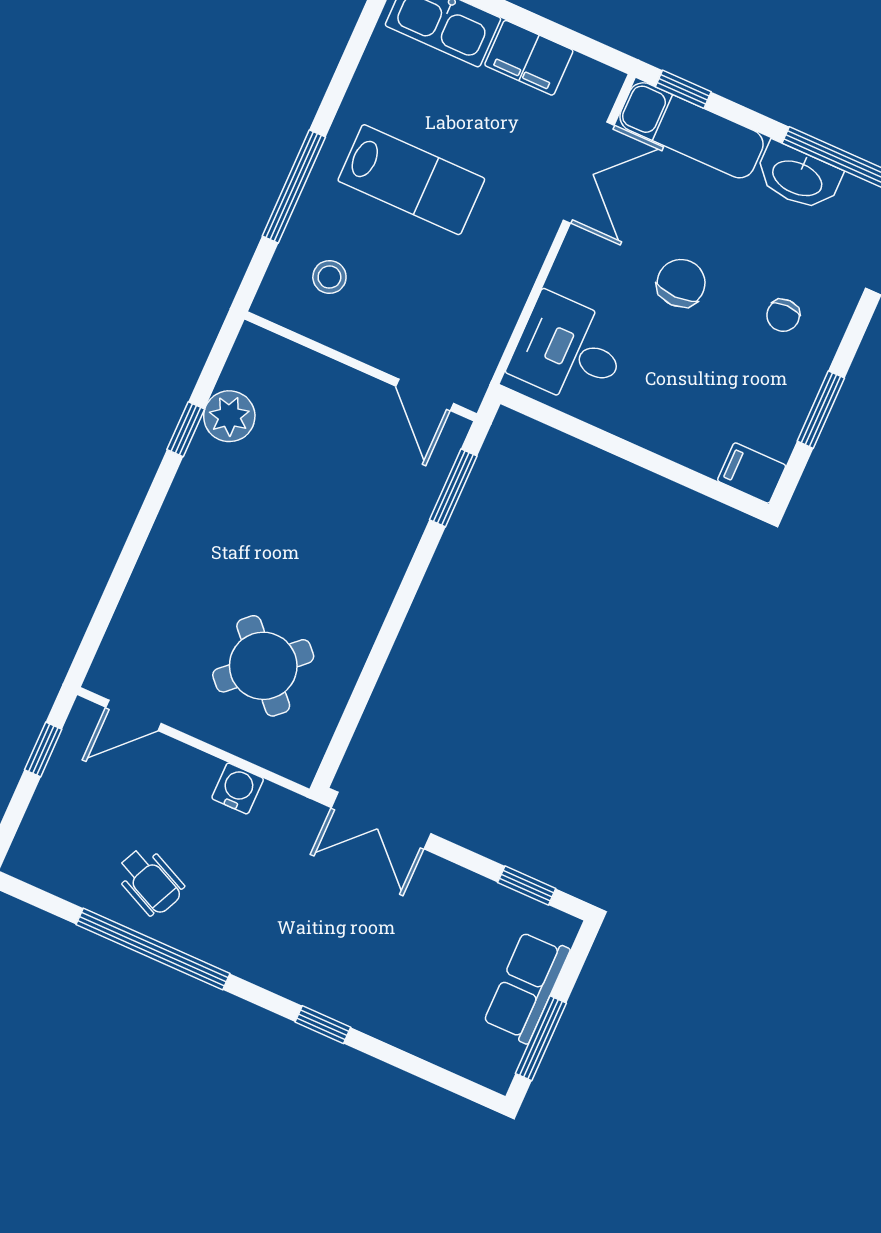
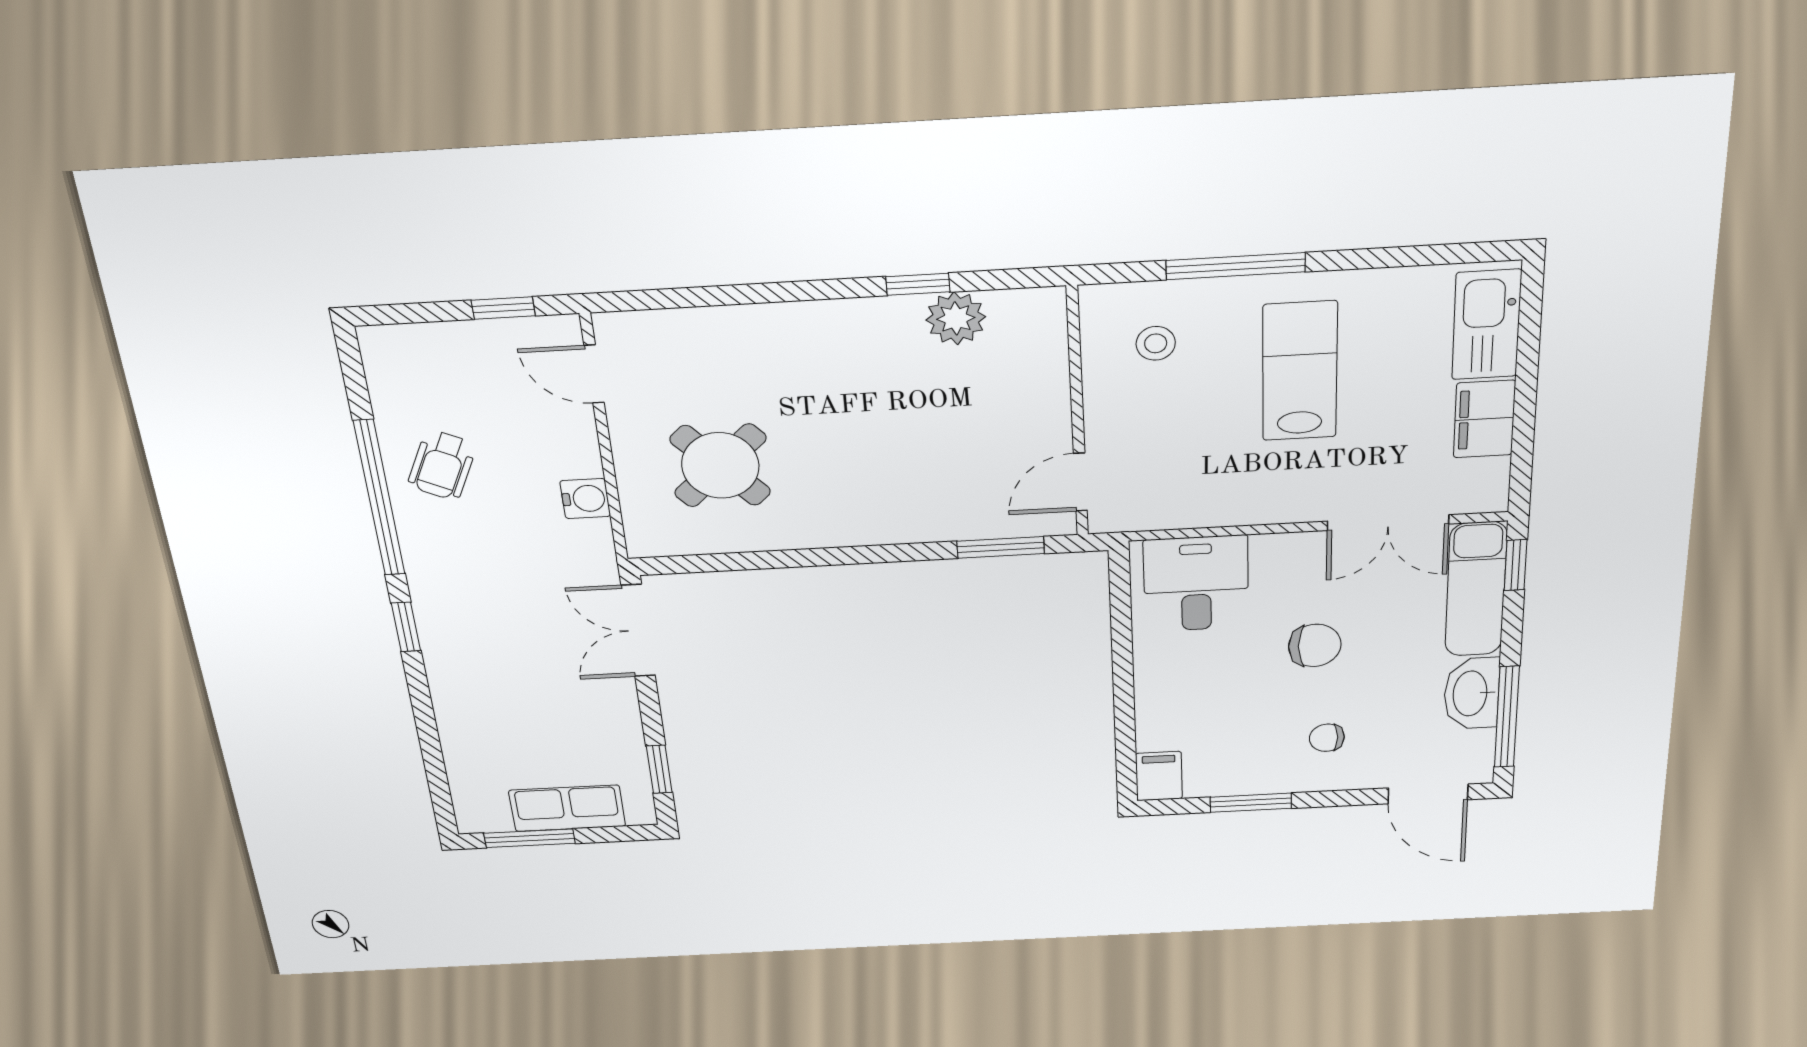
lab bench: (411, 180) -> (1300, 371), turned 180
window: (323, 1025) -> (406, 627), moved

